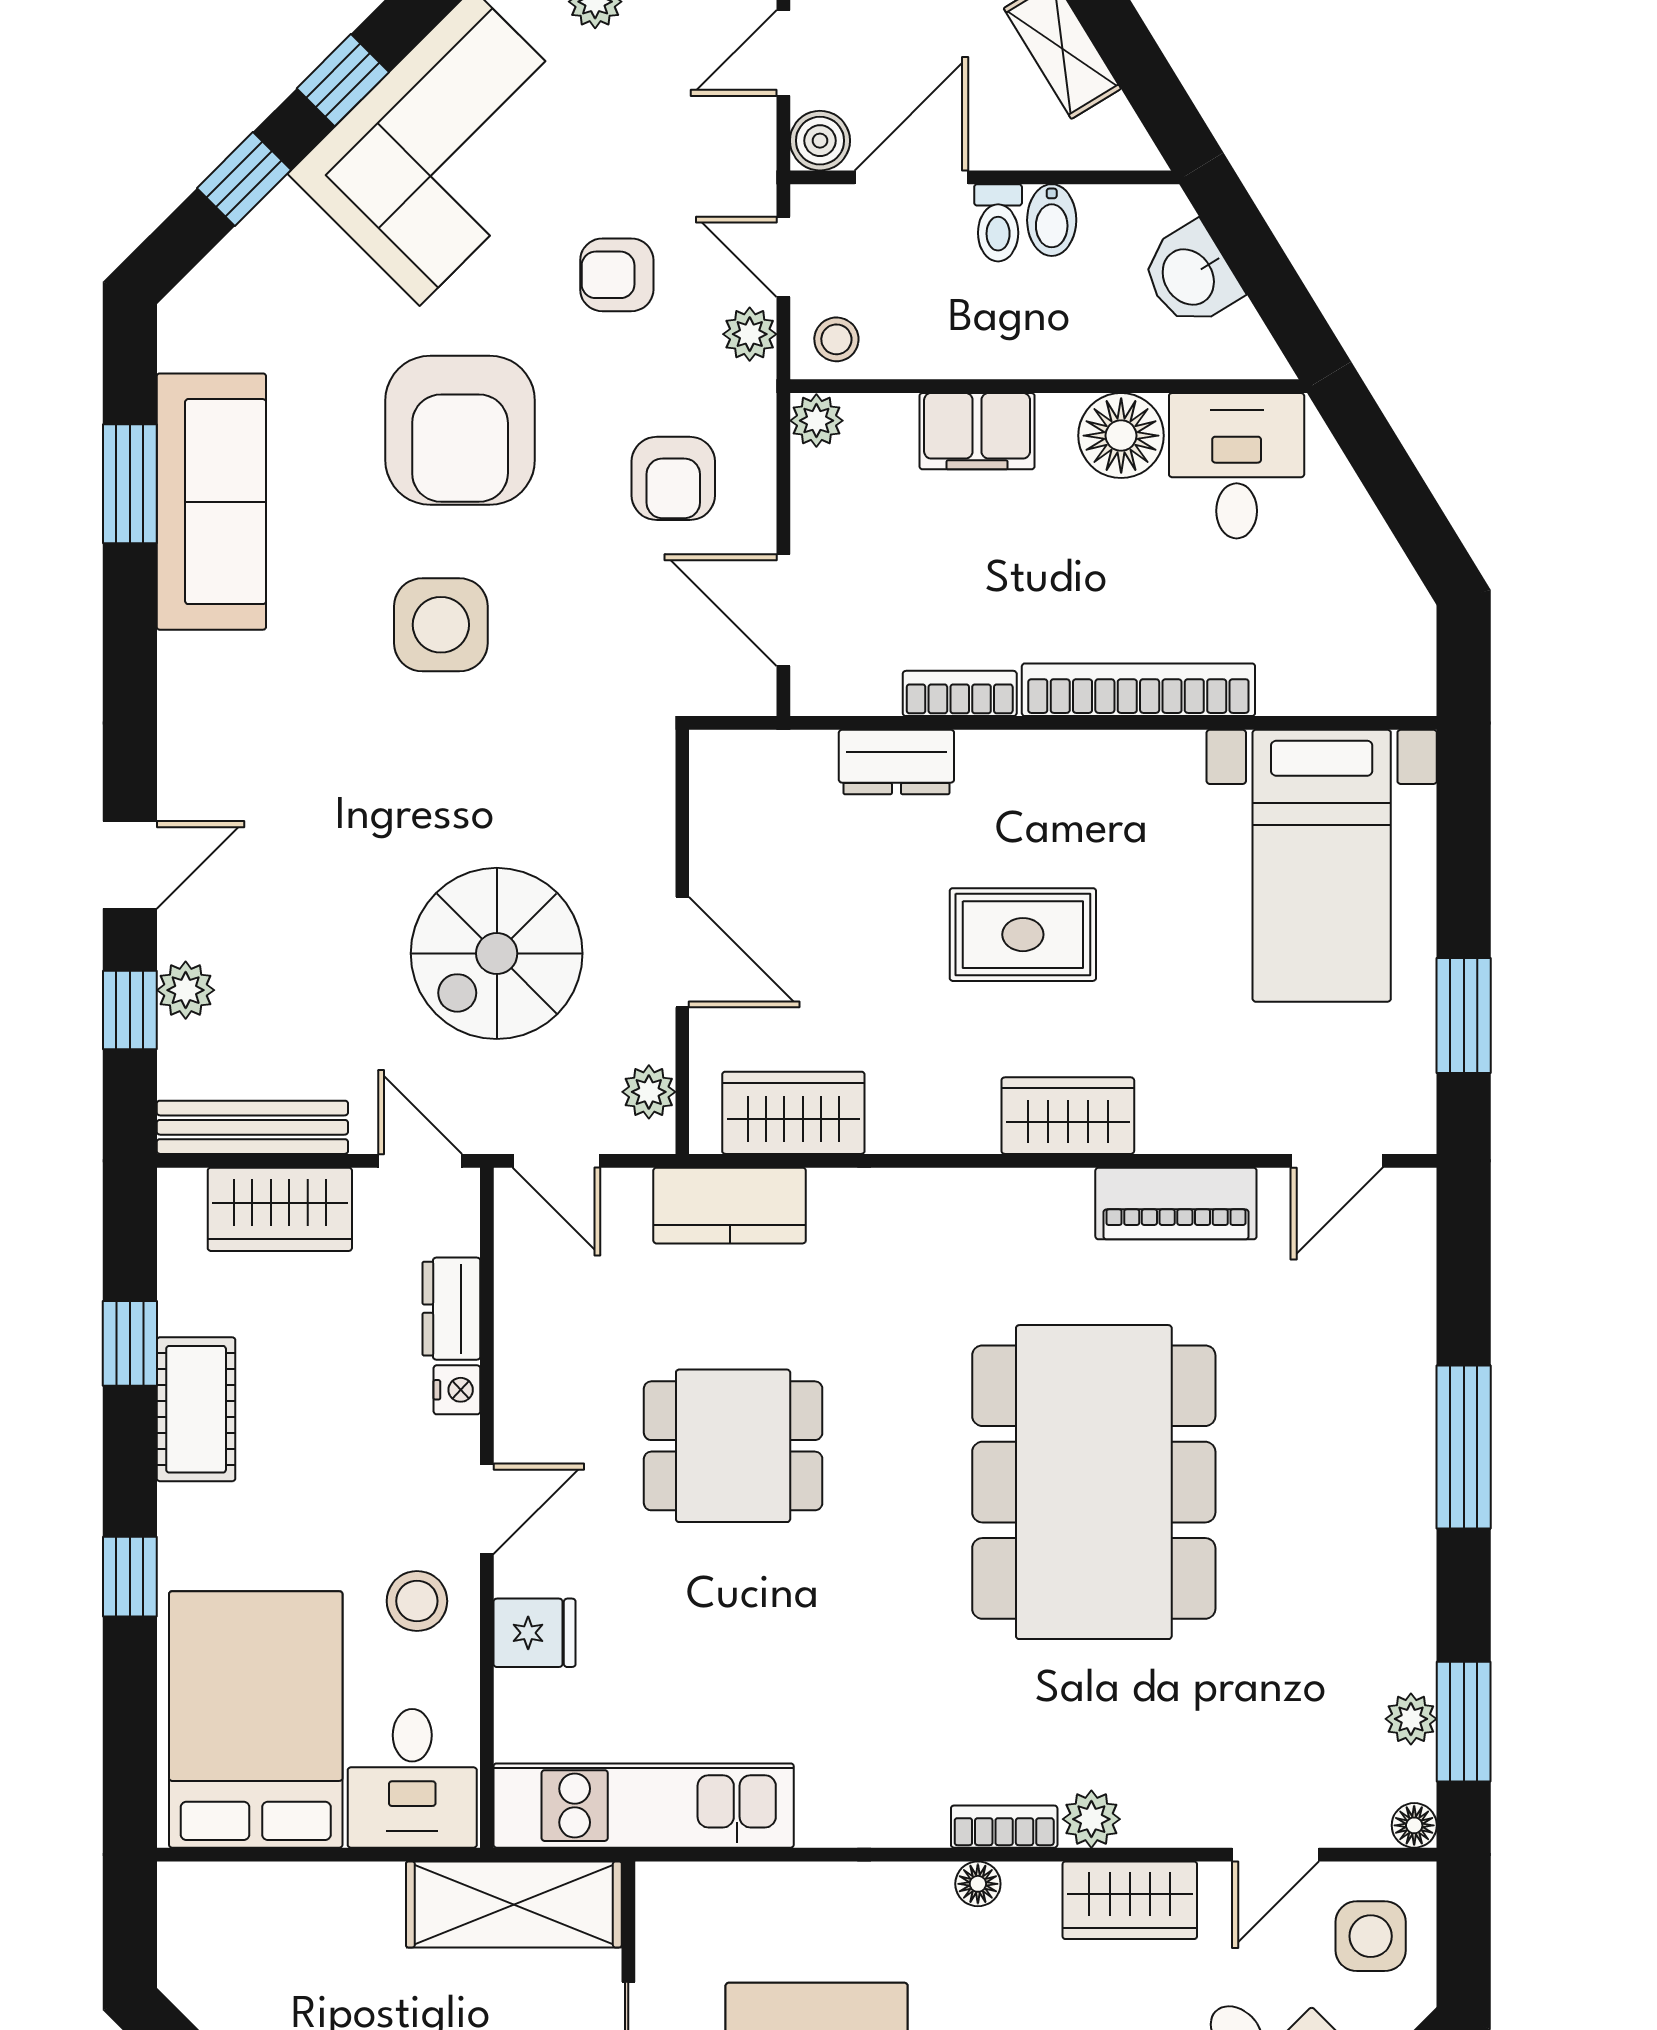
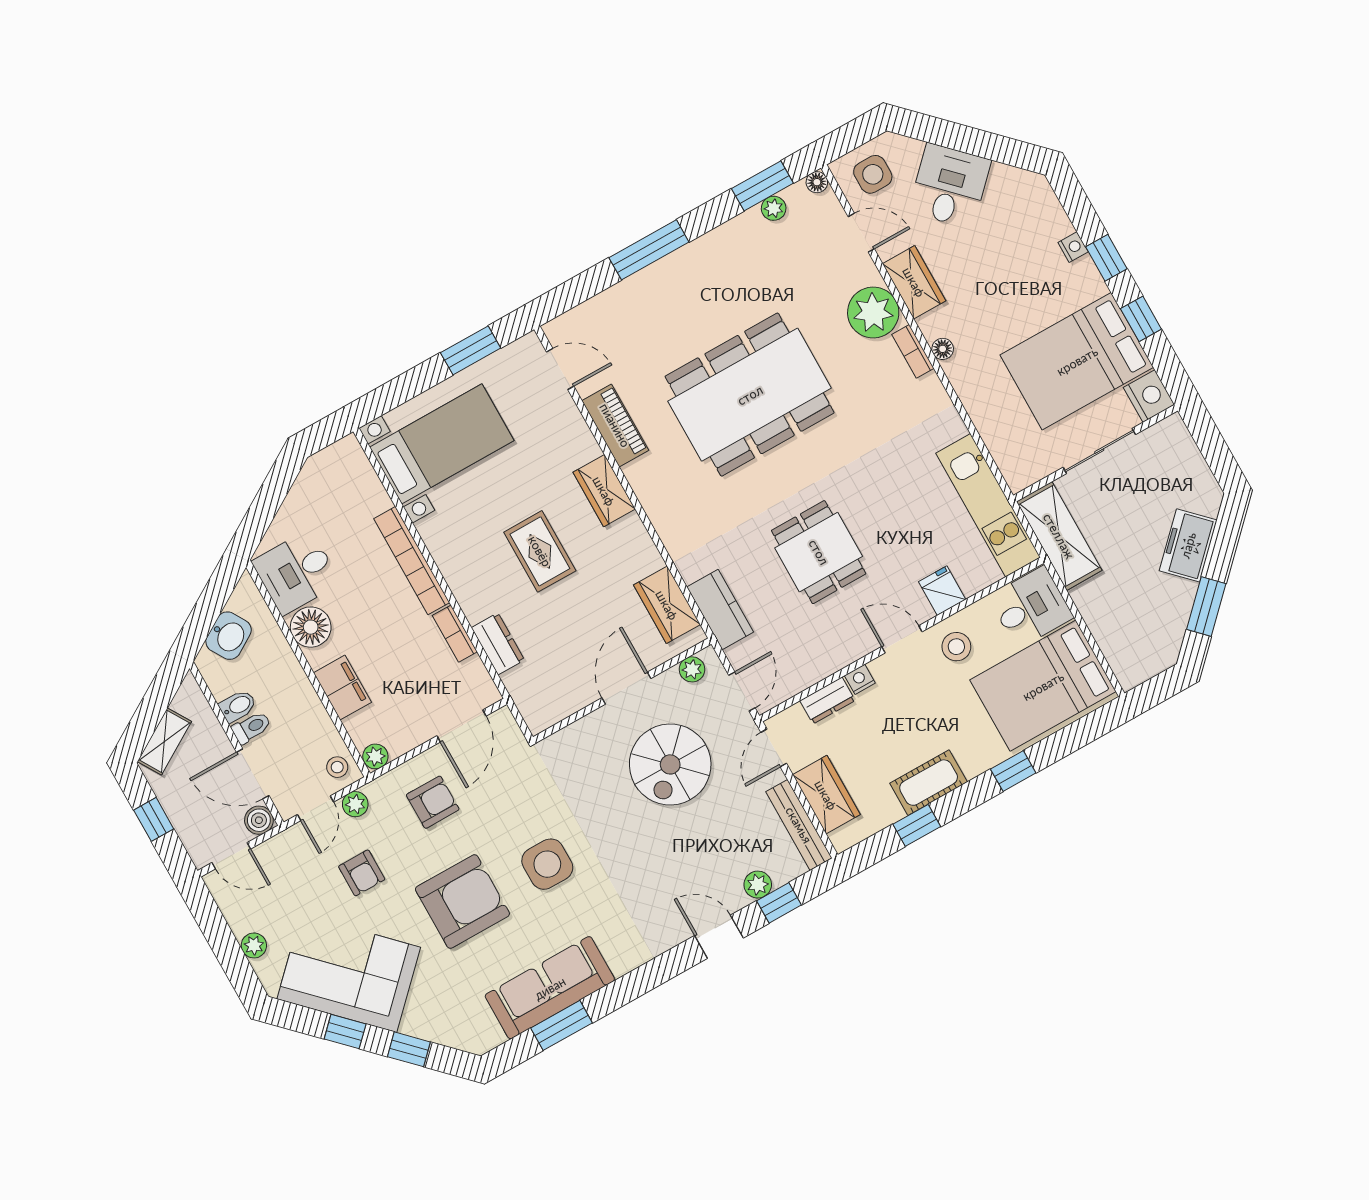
spiral stairs: (497, 953) -> (670, 764), turned 90
plant: (1091, 1819) -> (873, 313), width x1.88, depth x1.88

